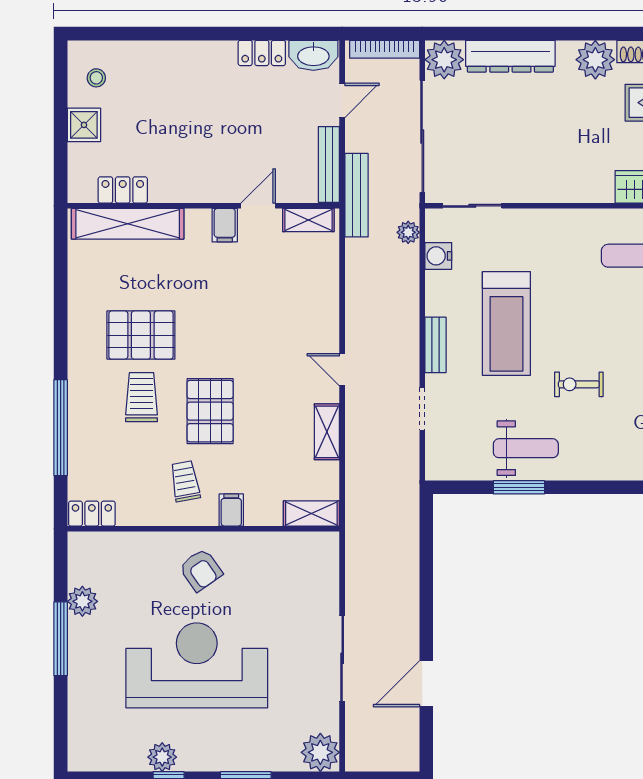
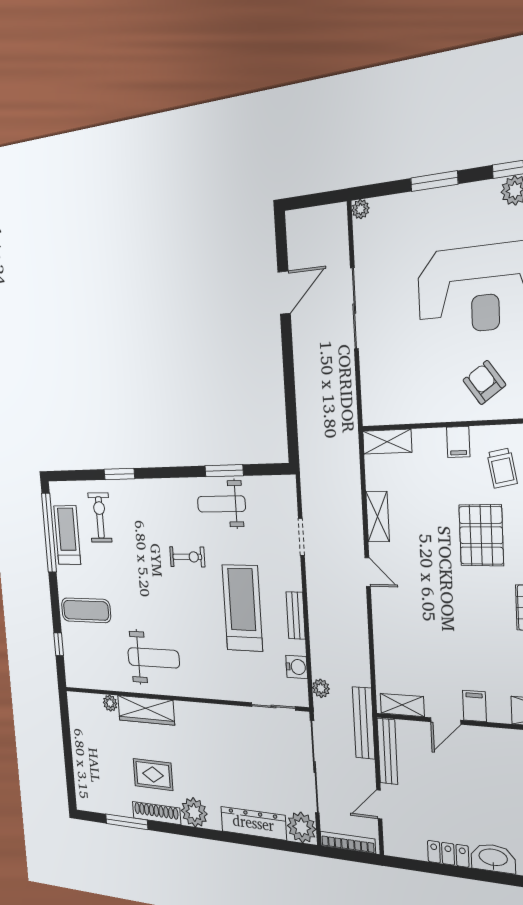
washbasin: (313, 55) -> (493, 858), moved
bench: (435, 345) -> (296, 615), moved
plant: (320, 752) -> (361, 209), width x0.53, depth x0.53

